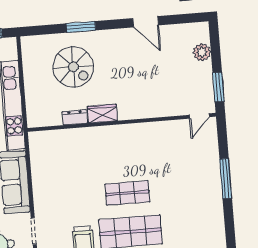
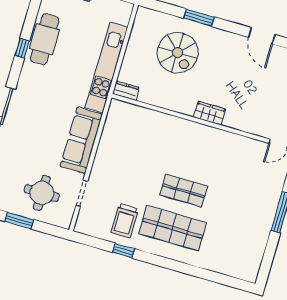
wardrobe: (102, 114) -> (209, 113), moved
dresser: (75, 117) -> (126, 91), moved

